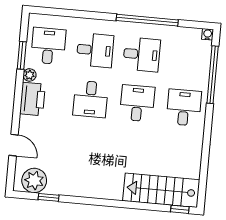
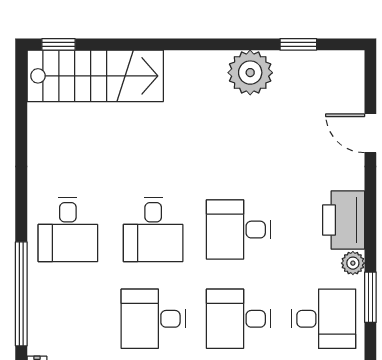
desk: (48, 46) -> (324, 319), turned -90
desk: (91, 99) -> (238, 230), turned -90
plant: (34, 180) -> (250, 73), moved

